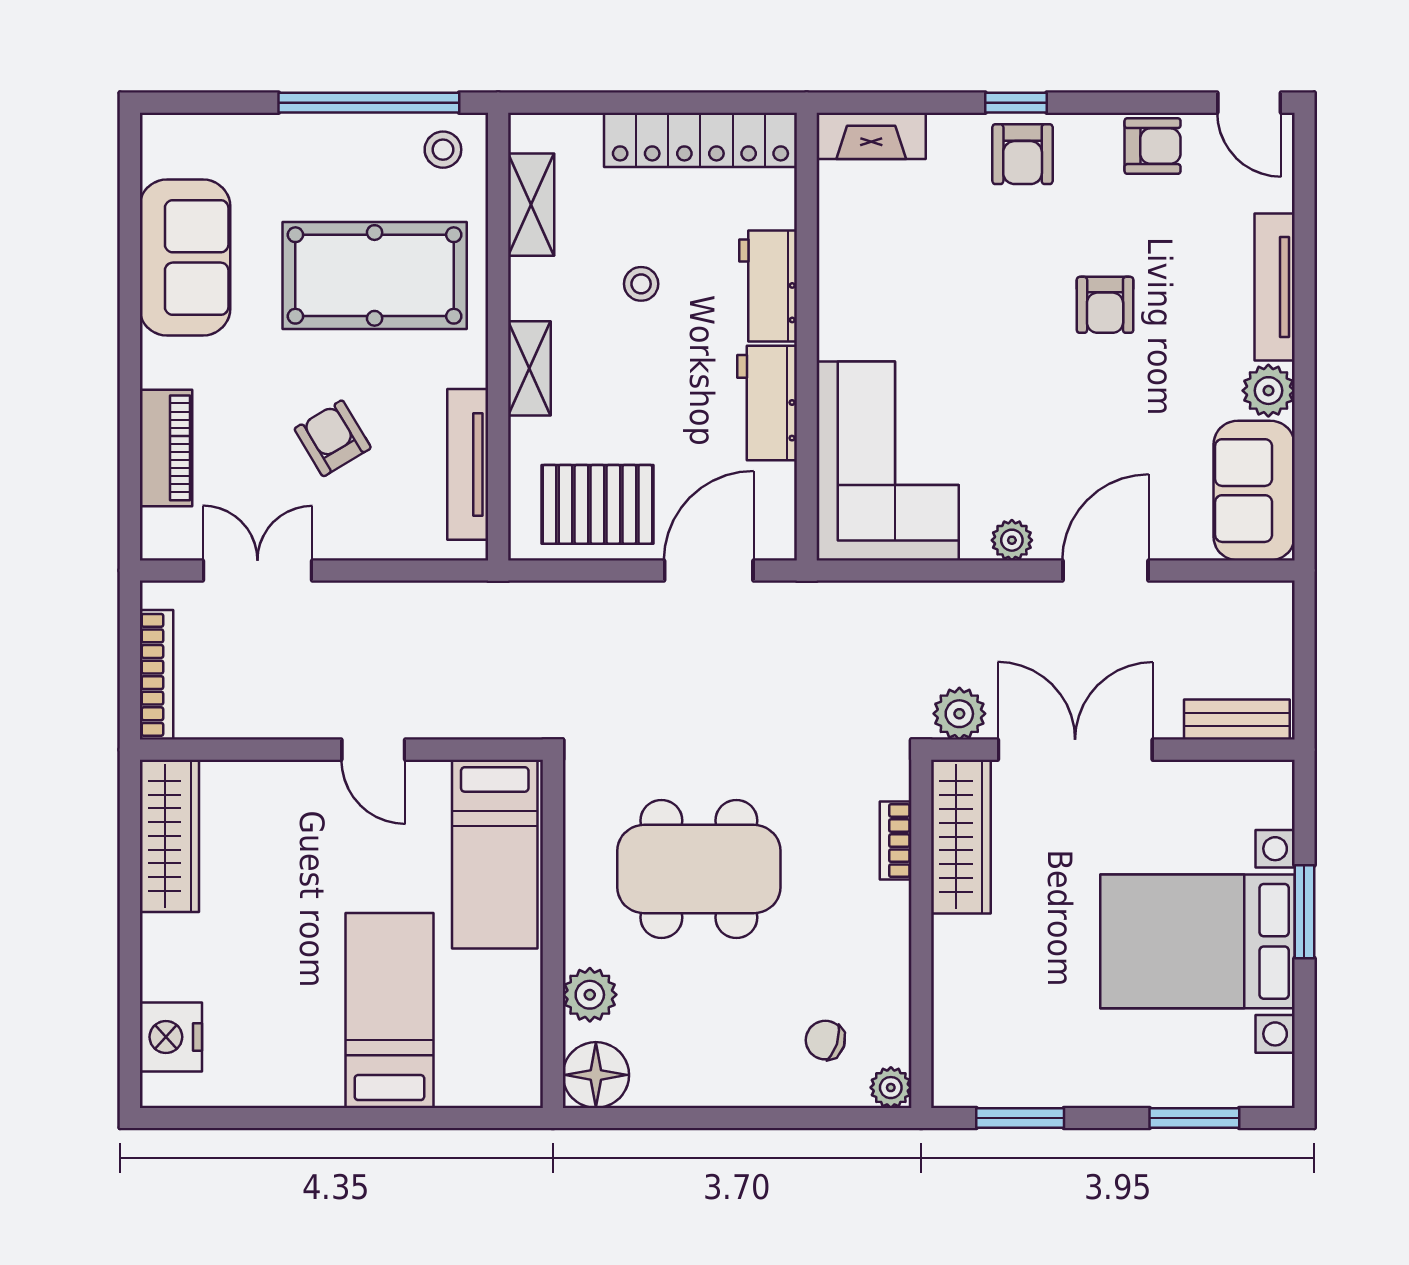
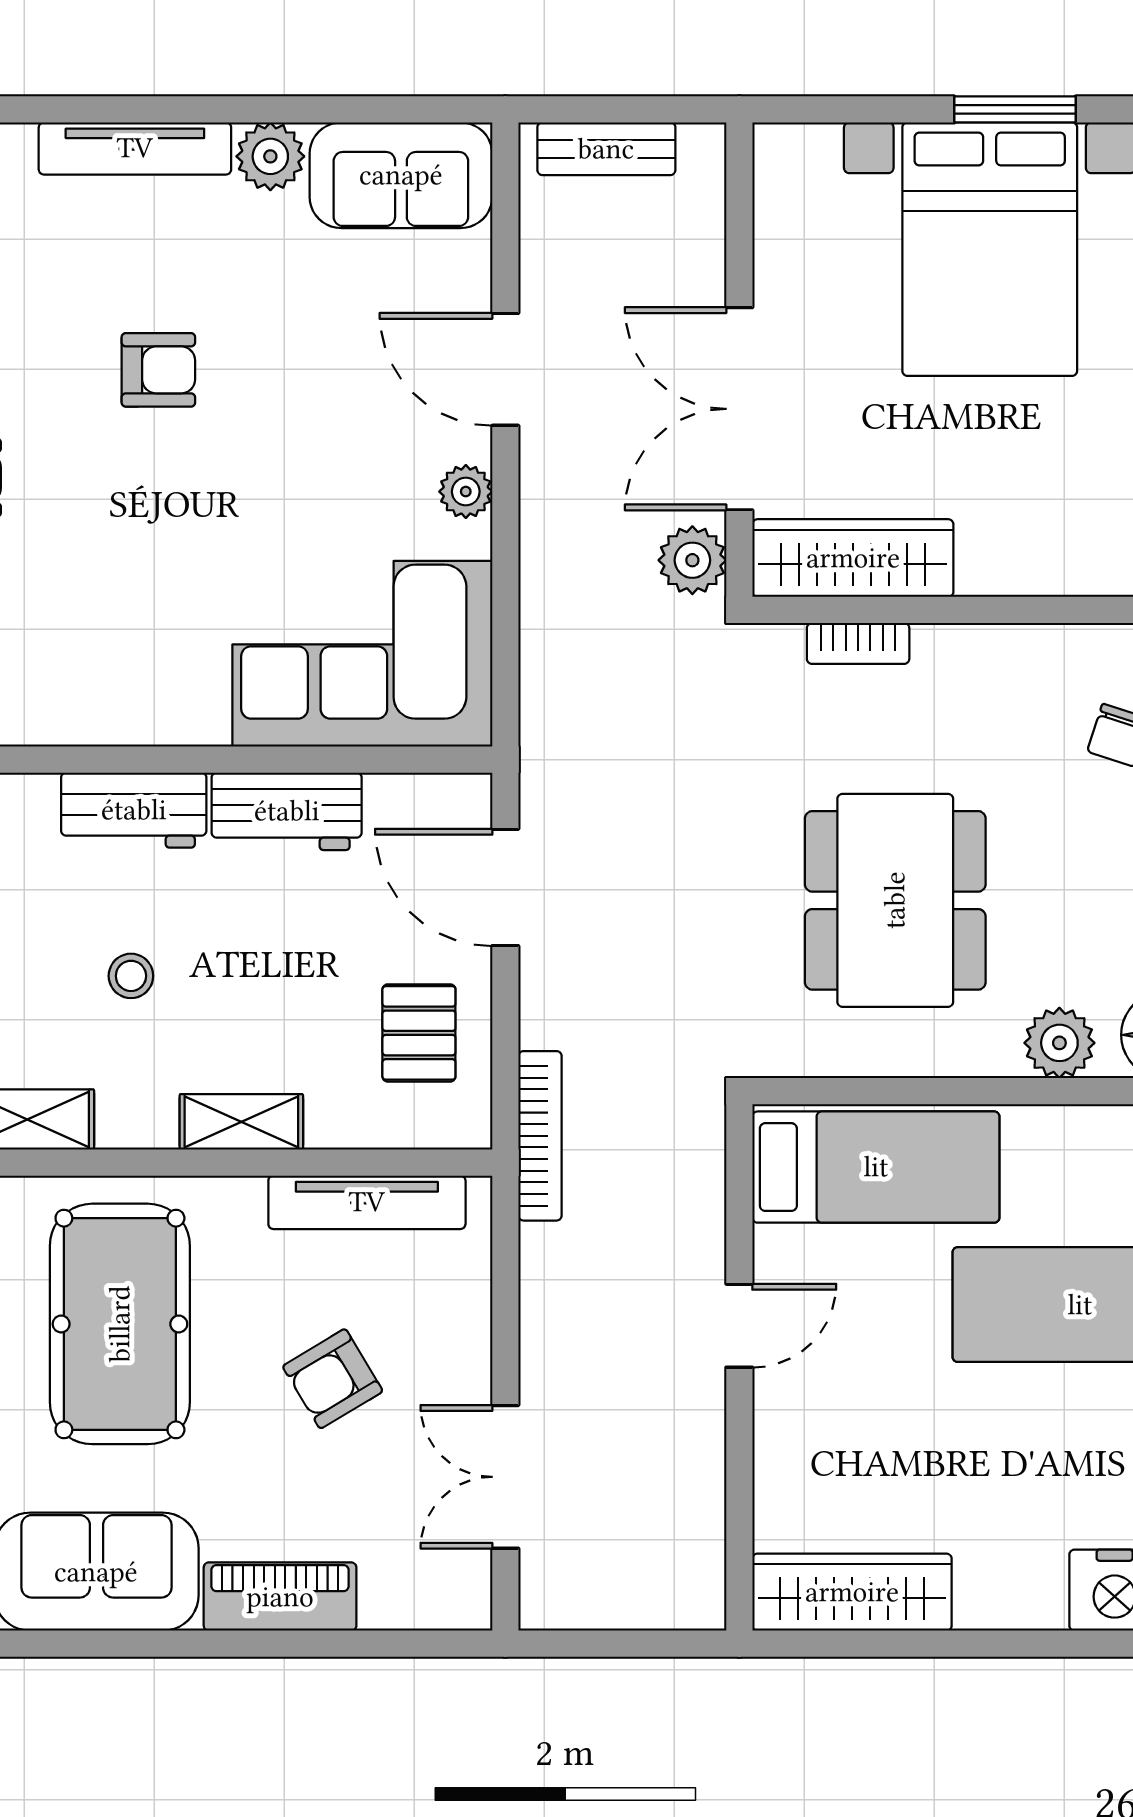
piano: (166, 448) -> (280, 1597), moved
pallet: (597, 504) -> (419, 1033), width x0.67, depth x0.71
bookcase: (156, 675) -> (540, 1136), moved, turned 90
bench: (1237, 720) -> (606, 149), moved, turned 90
window: (1304, 912) -> (1015, 109), moved

